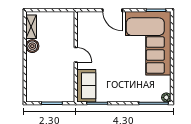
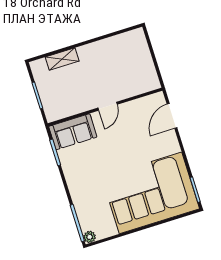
door: (112, 10) -> (172, 116), moved
shelving: (31, 27) -> (62, 59), moved
boiler: (32, 46) -> (101, 48), removed

